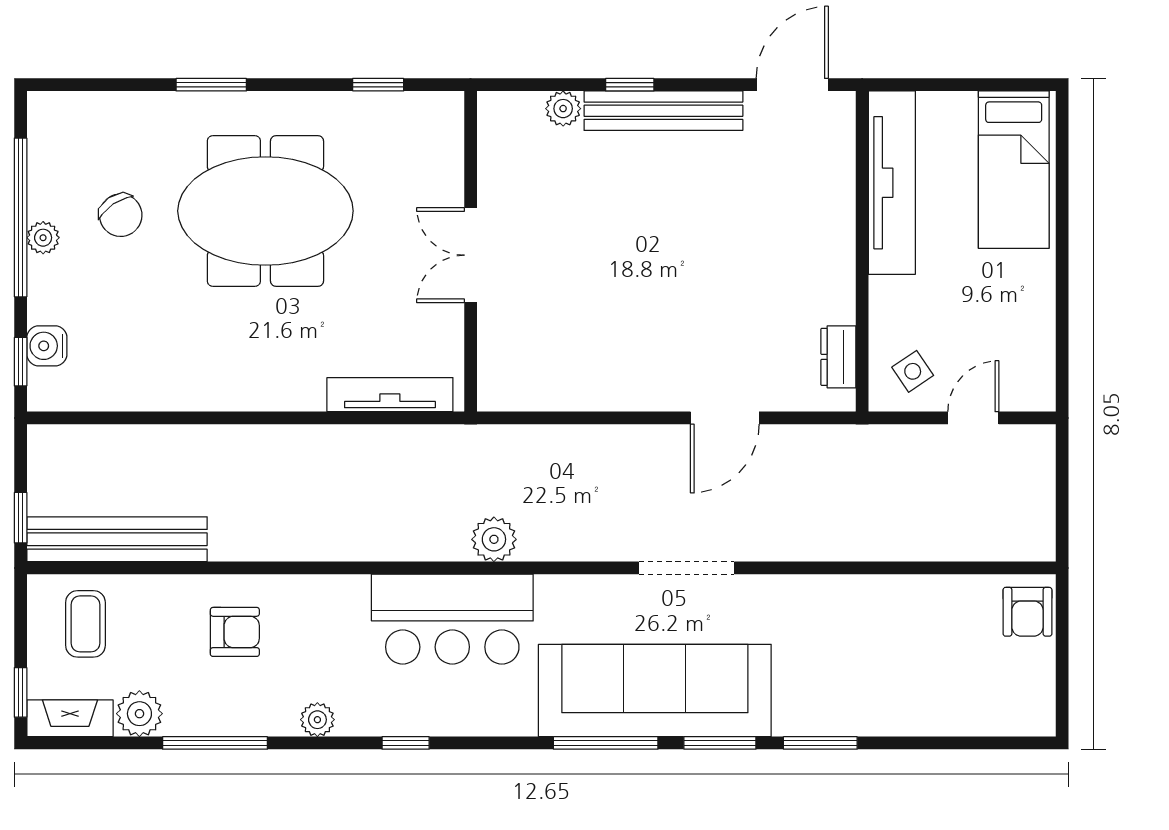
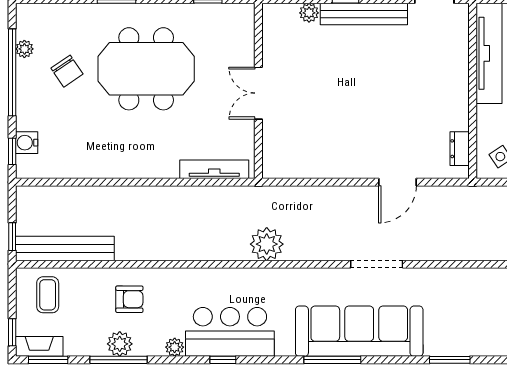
plant: (43, 238) -> (24, 49), moved
plant: (494, 539) -> (267, 244), width x1.36, depth x1.36
bar counter: (452, 619) -> (230, 332), moved, turned 180
plant: (139, 714) -> (120, 344), moved
window: (720, 743) -> (48, 360), moved

